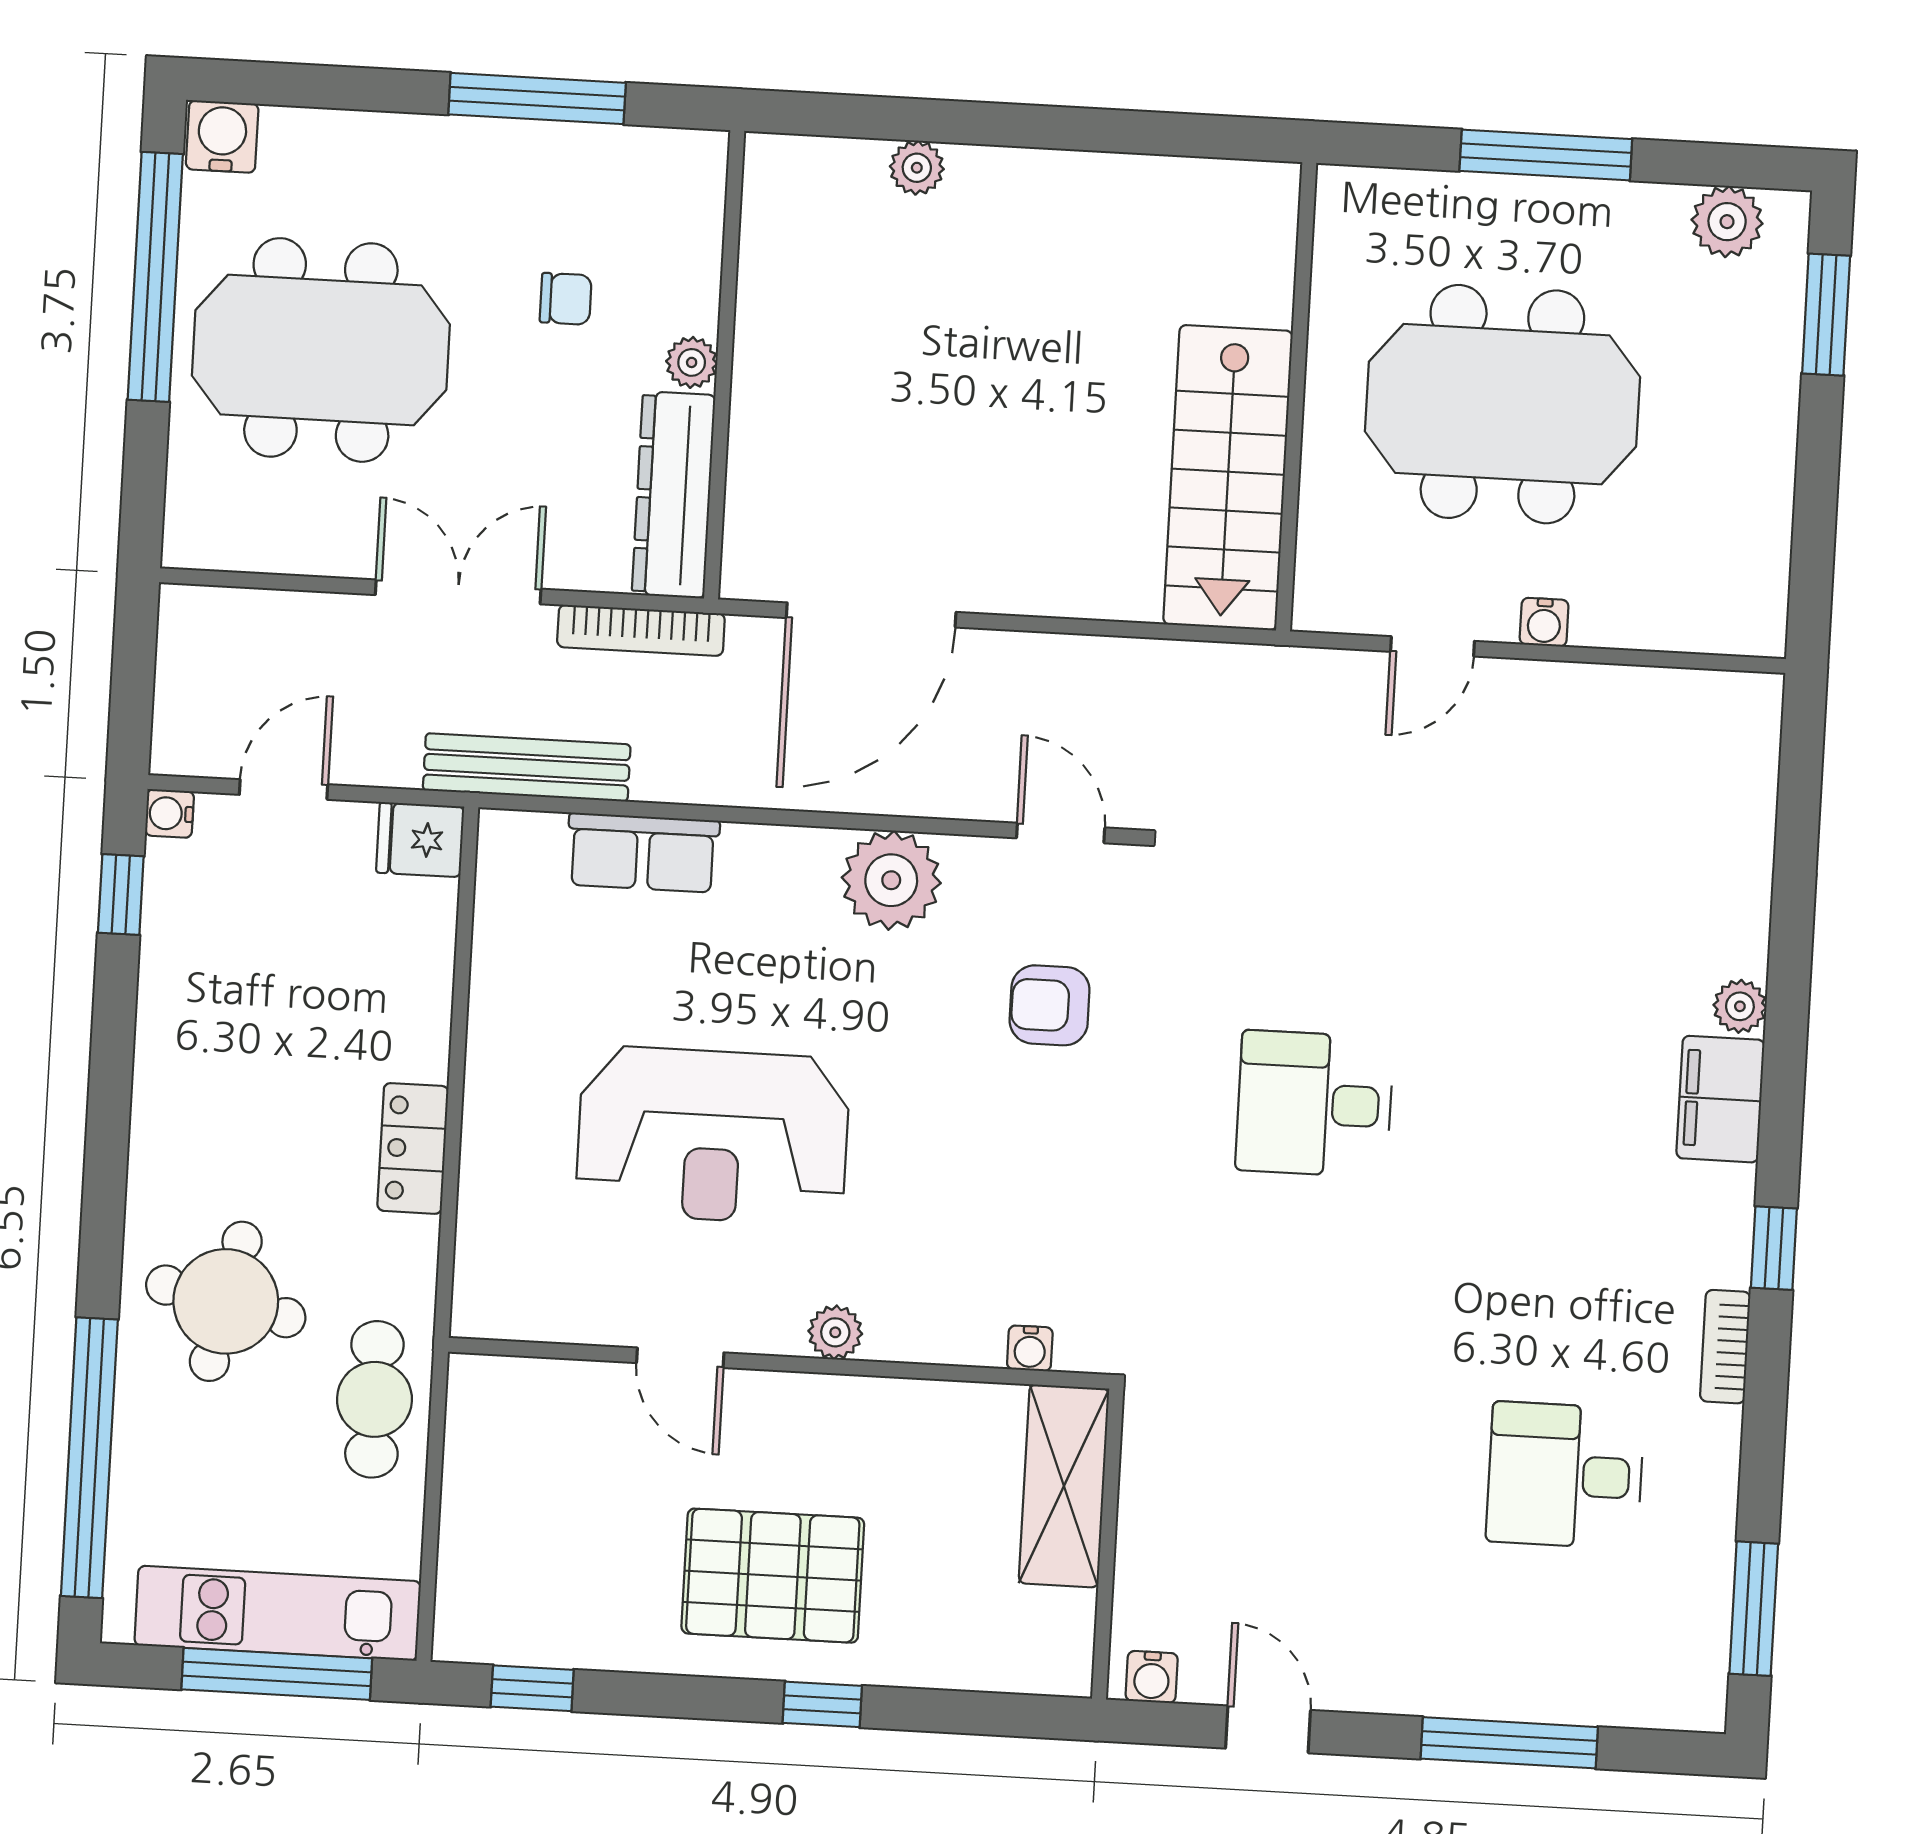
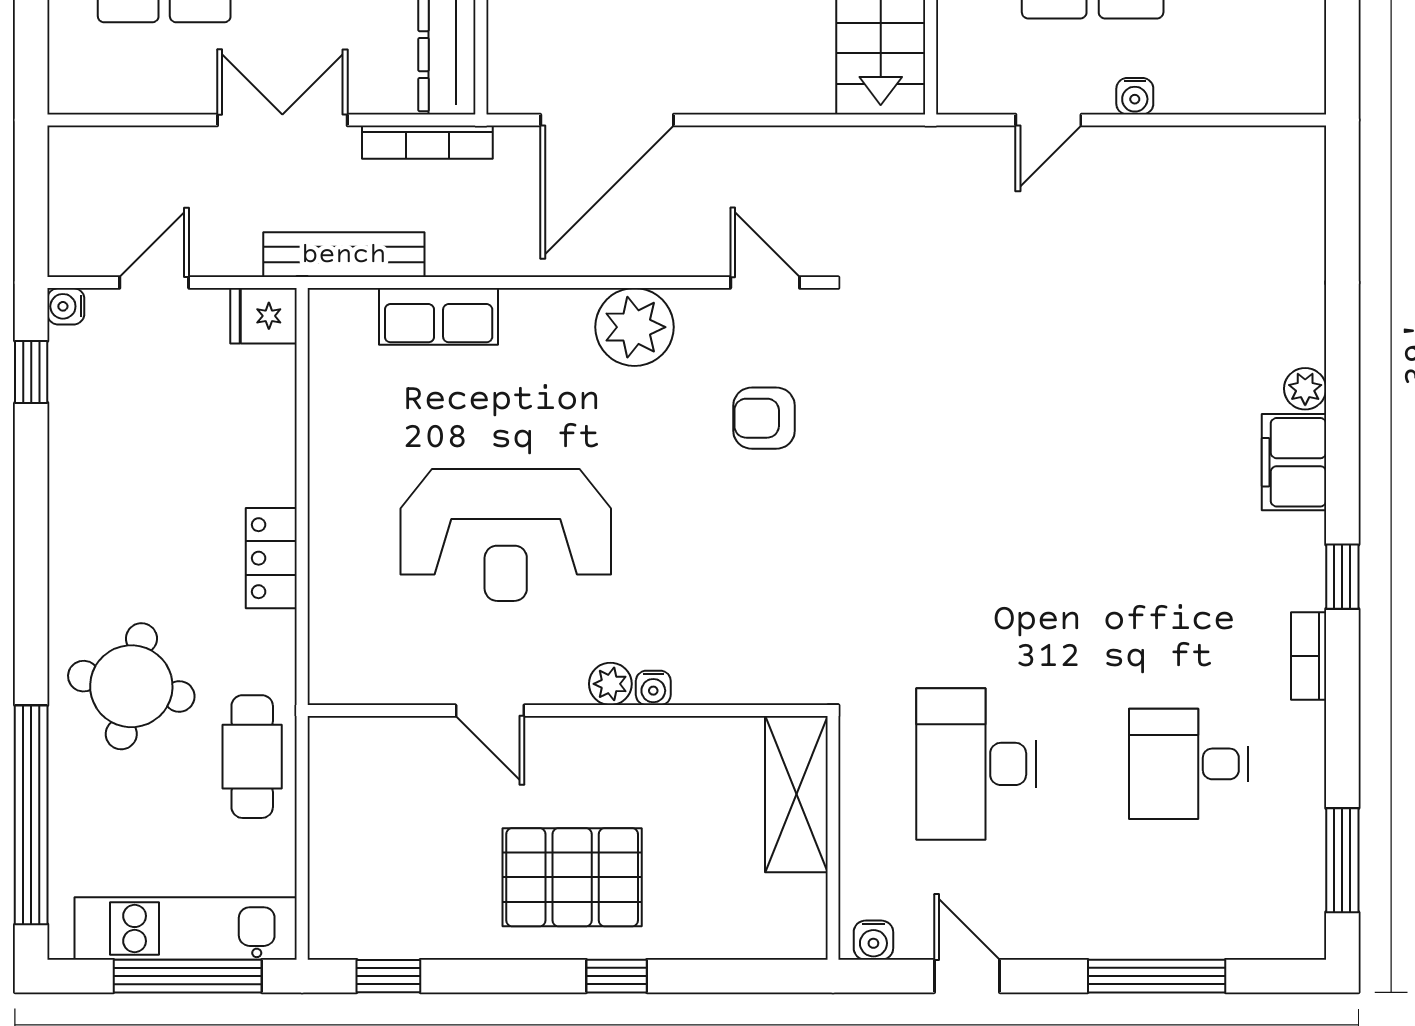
desk: (1314, 1104) -> (976, 764), moved, width x1.37
water cooler: (1030, 1348) -> (653, 688), moved

